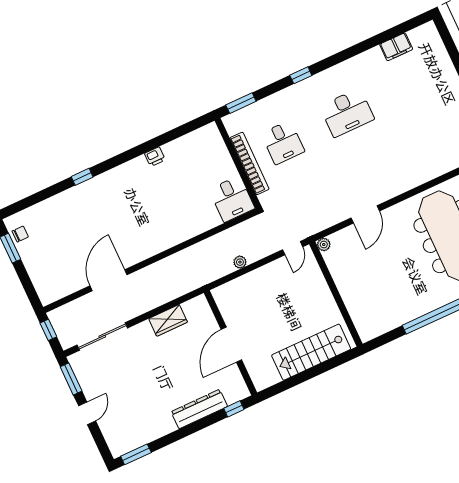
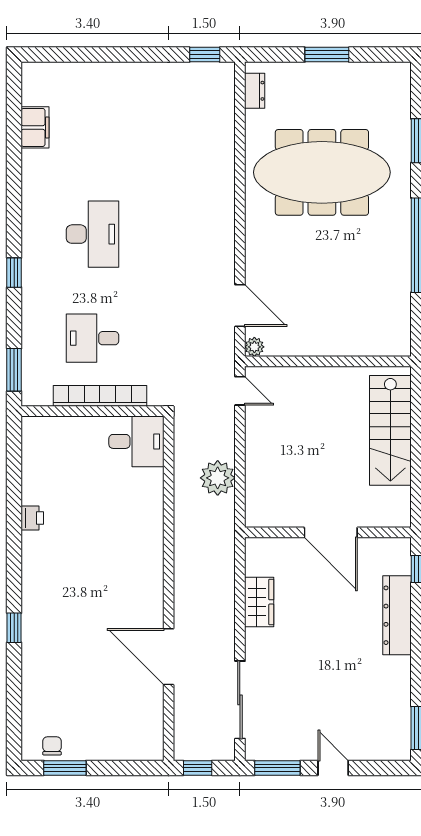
desk: (283, 142) -> (93, 338), turned 180
door: (365, 214) -> (240, 306), moved
plant: (240, 262) -> (218, 478), width x1.88, depth x1.88

